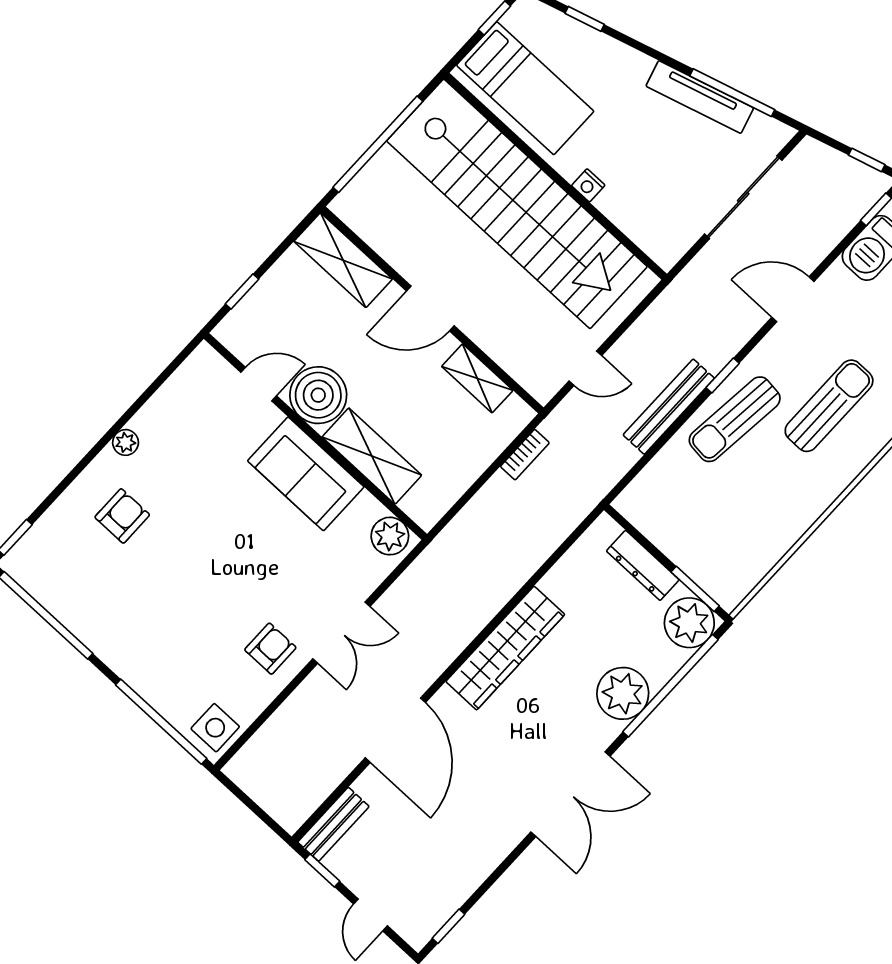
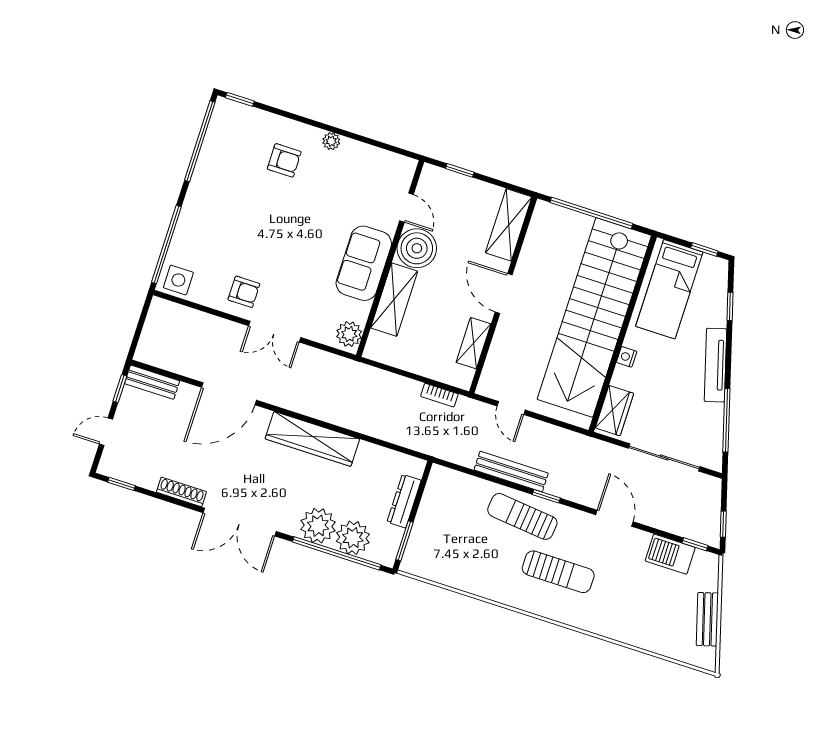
tv unit: (700, 97) -> (715, 365), moved
wardrobe: (651, 234) -> (614, 411), added
plant: (689, 623) -> (353, 538), moved
shoe rack: (495, 852) -> (181, 492), added

